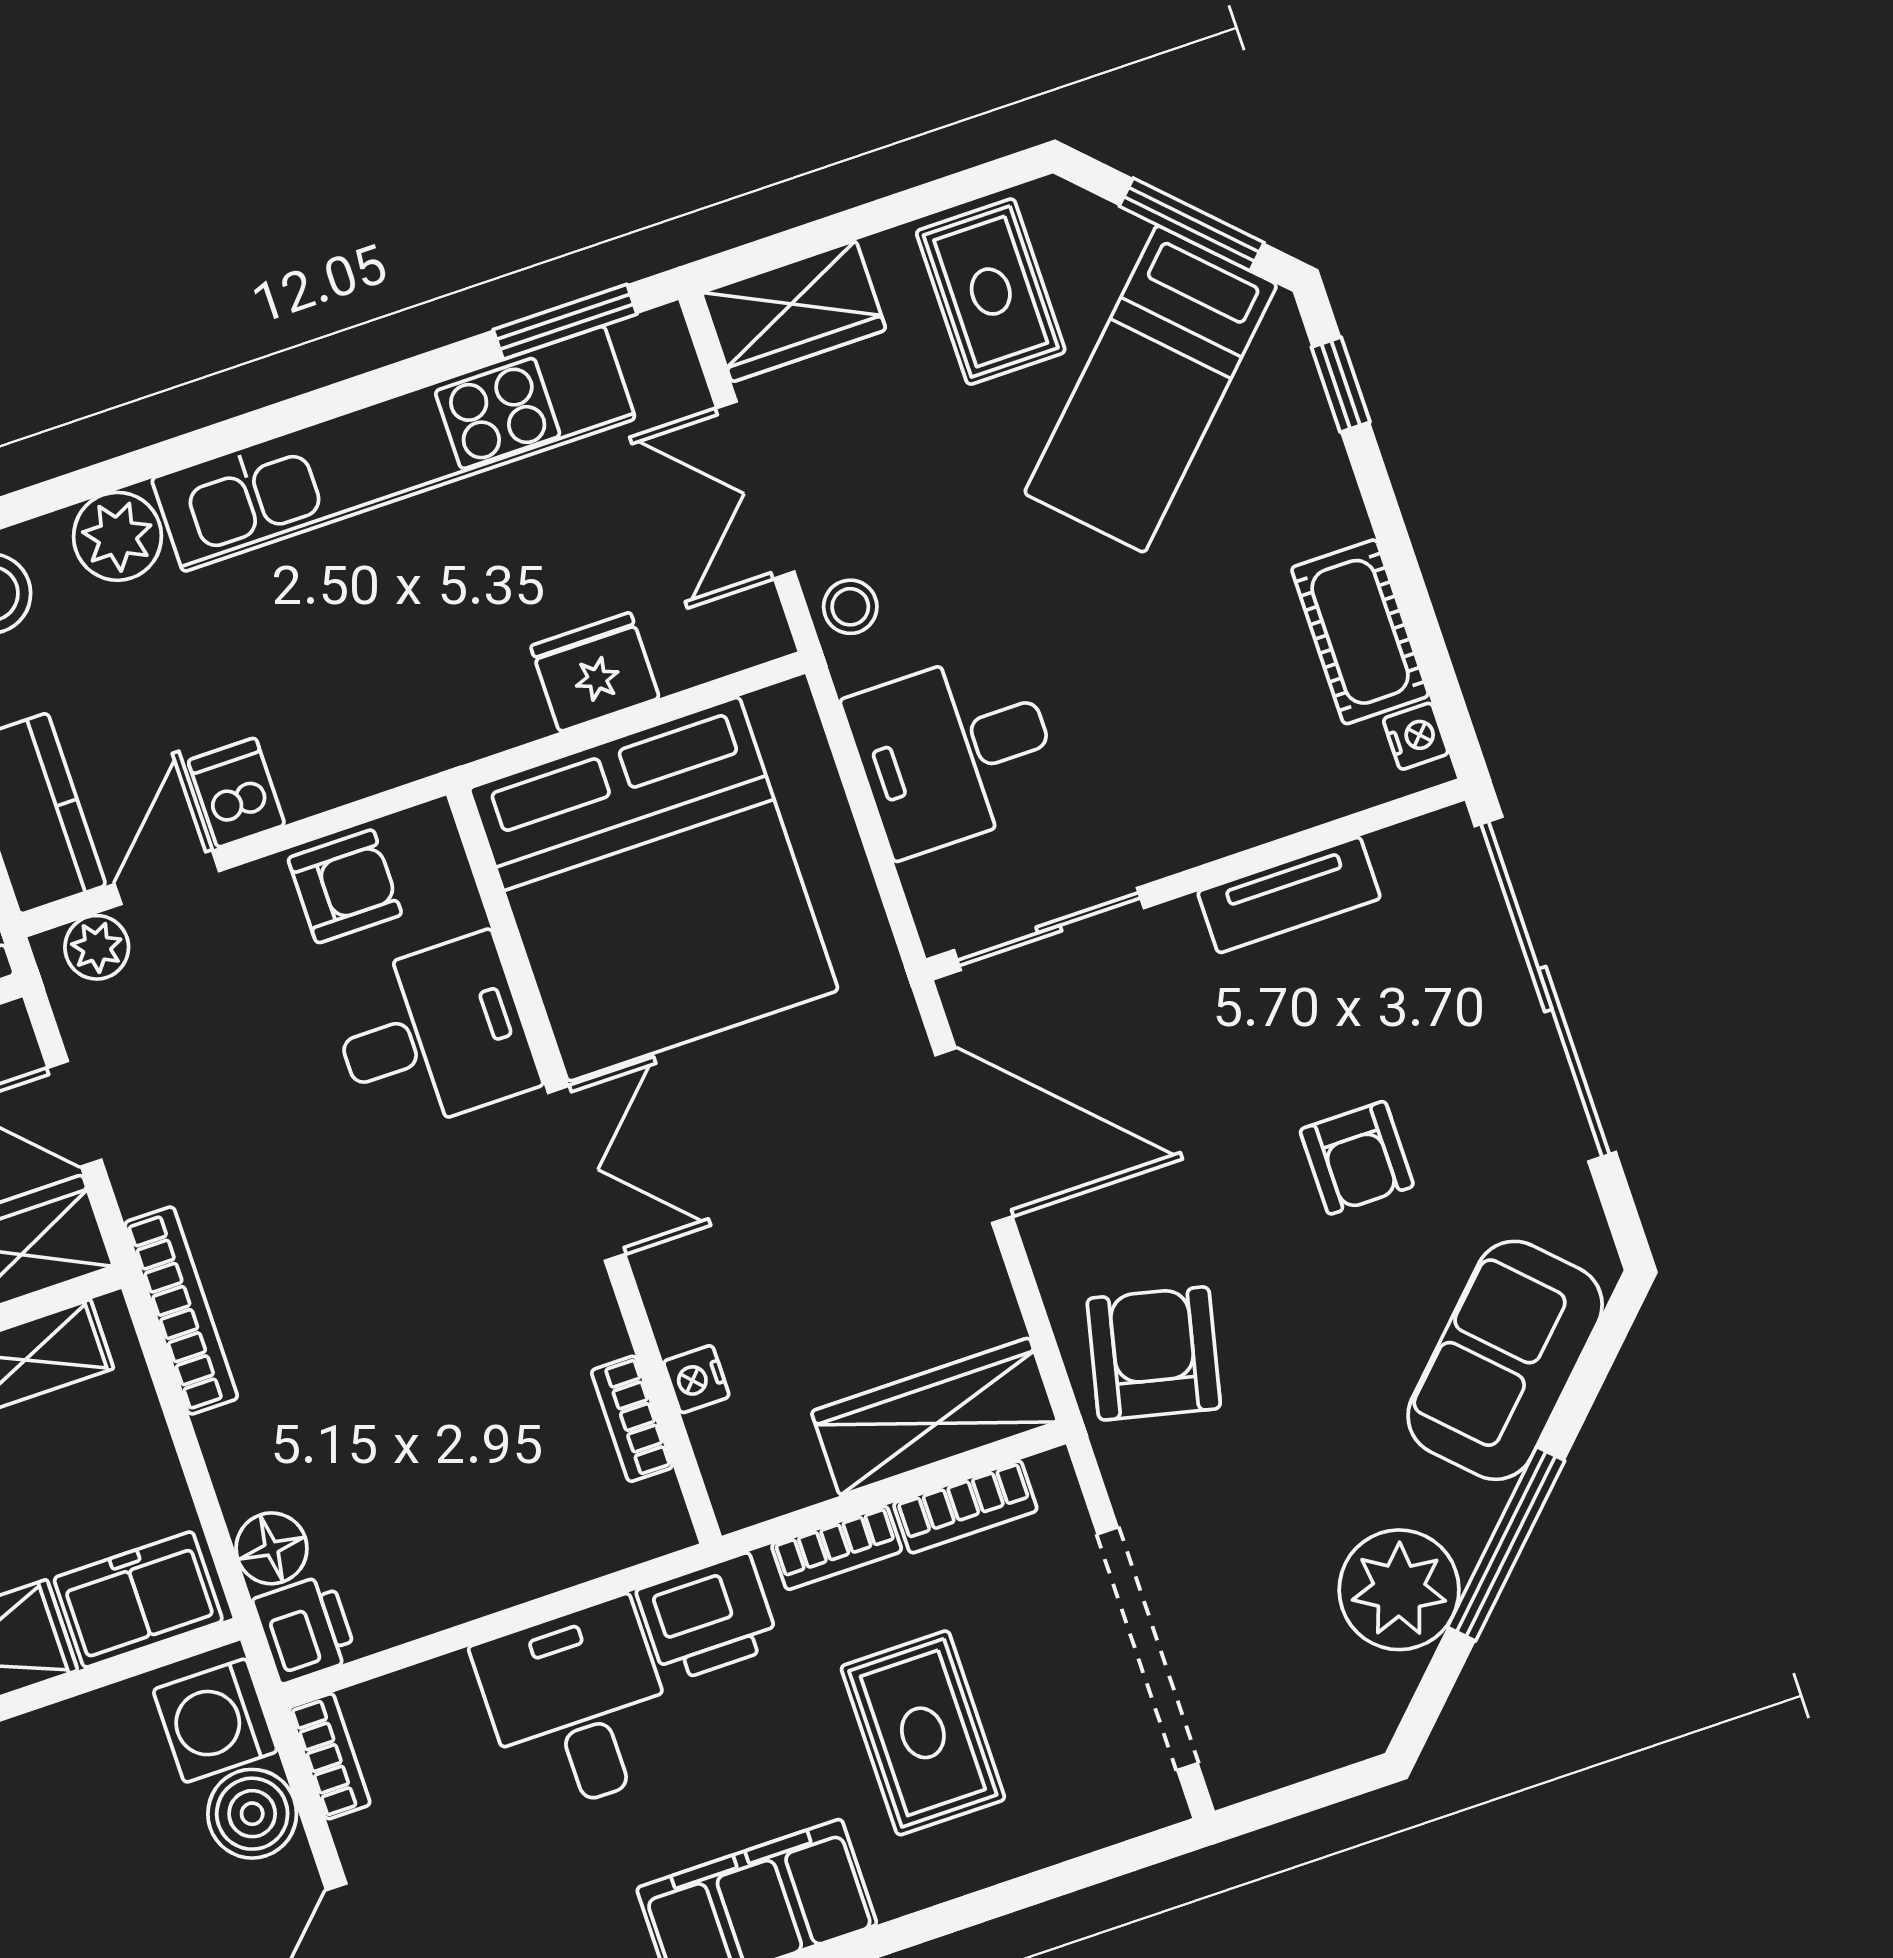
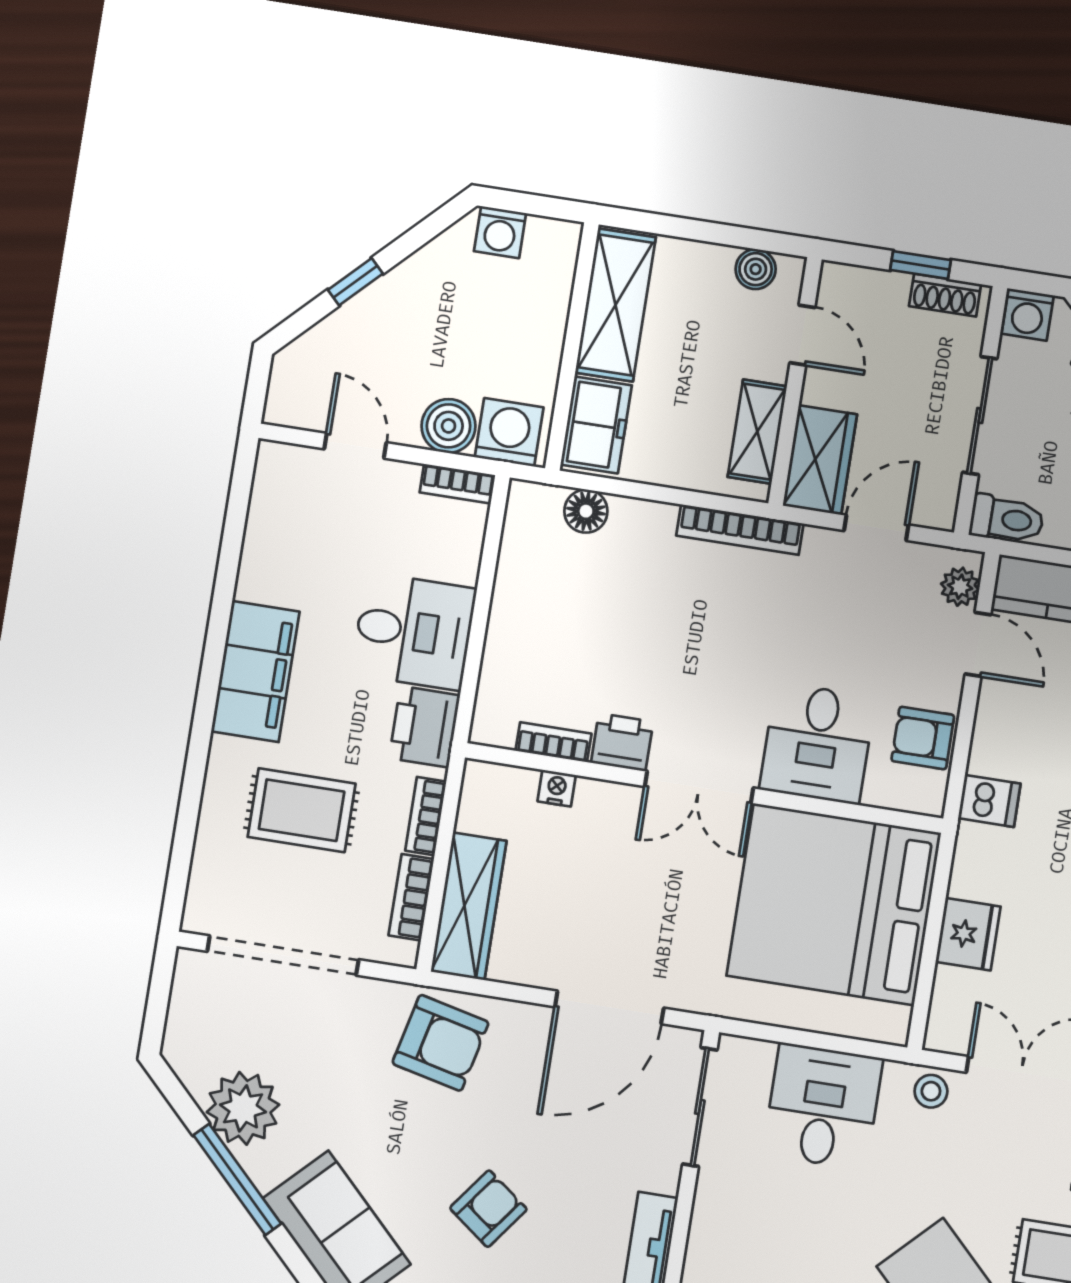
dishwasher: (236, 793) -> (989, 801), moved
armchair: (345, 886) -> (923, 738), turned 90
armchair: (1357, 1158) -> (488, 1209), turned 127
printer: (305, 1629) -> (622, 742), moved, turned 180

